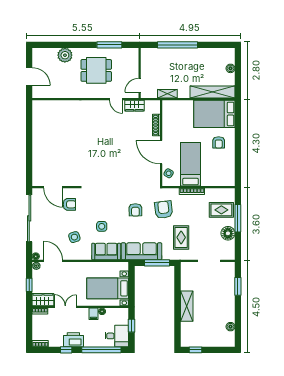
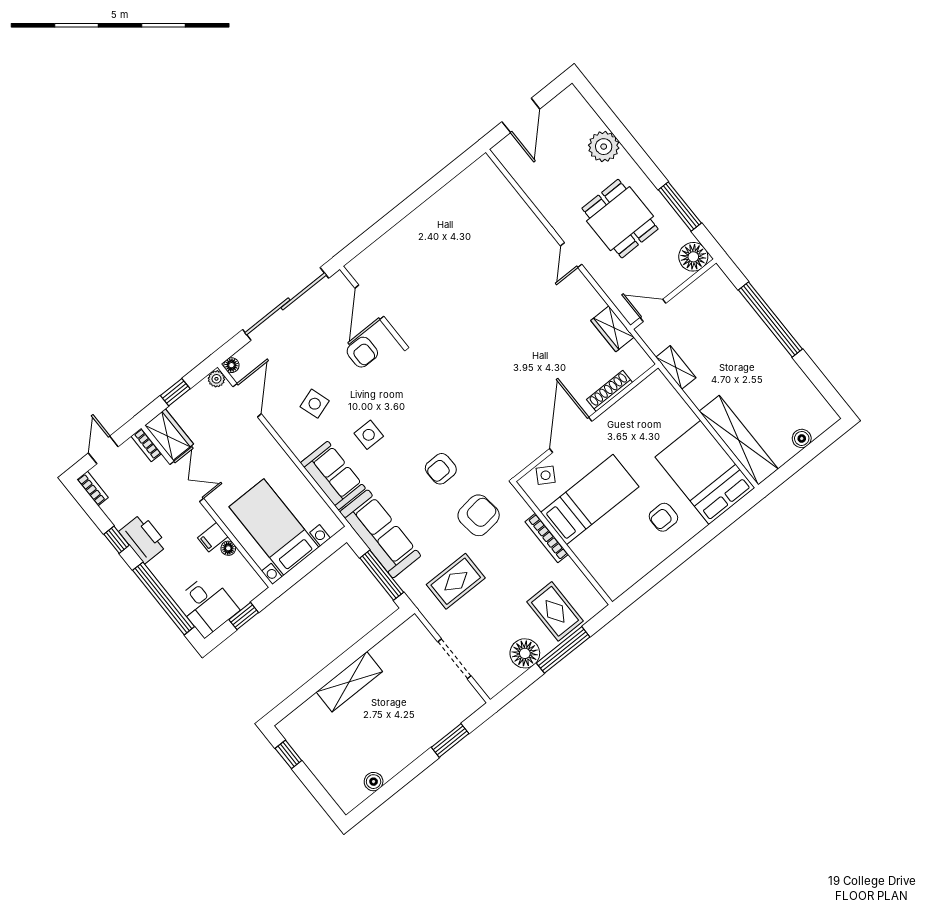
floor lamp: (132, 55) -> (693, 257), added
door: (116, 99) -> (571, 255), moved
door: (29, 328) -> (103, 450), added

